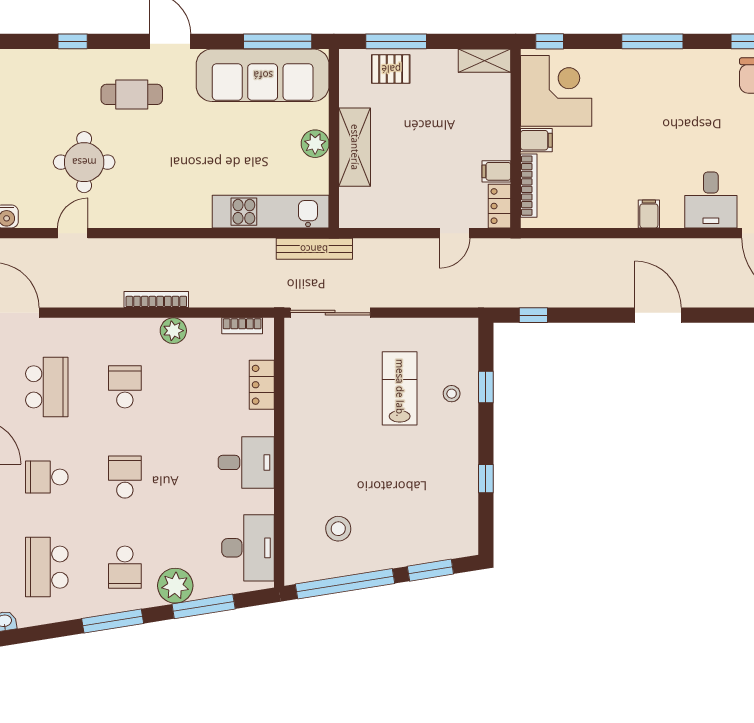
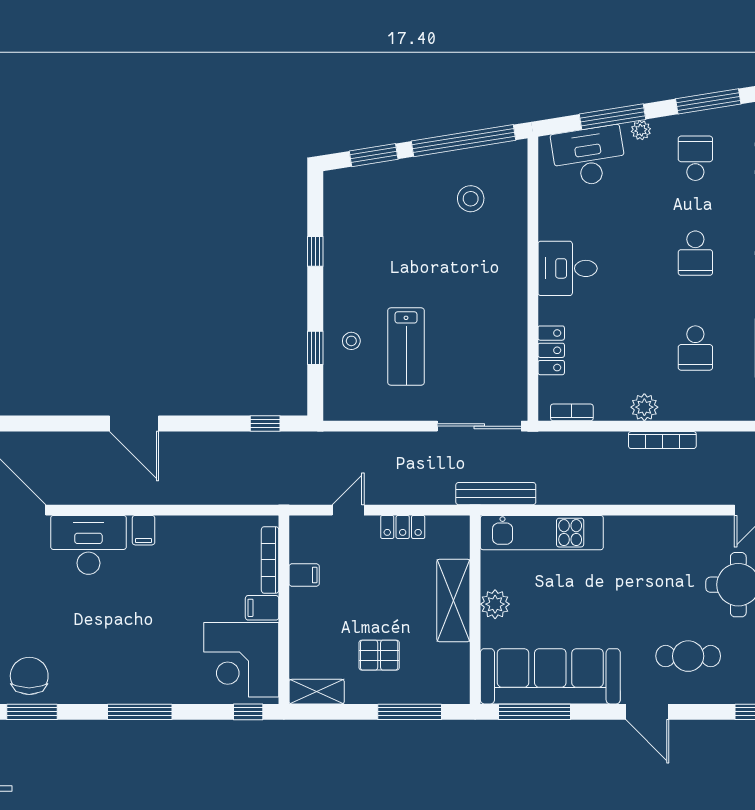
pallet: (391, 69) -> (379, 655), moved
desk: (711, 200) -> (88, 545), width x1.37
locker: (500, 206) -> (403, 527), moved, turned 90
desk: (248, 548) -> (589, 156), moved, turned 81
plant: (175, 586) -> (641, 130), width x0.53, depth x0.53

